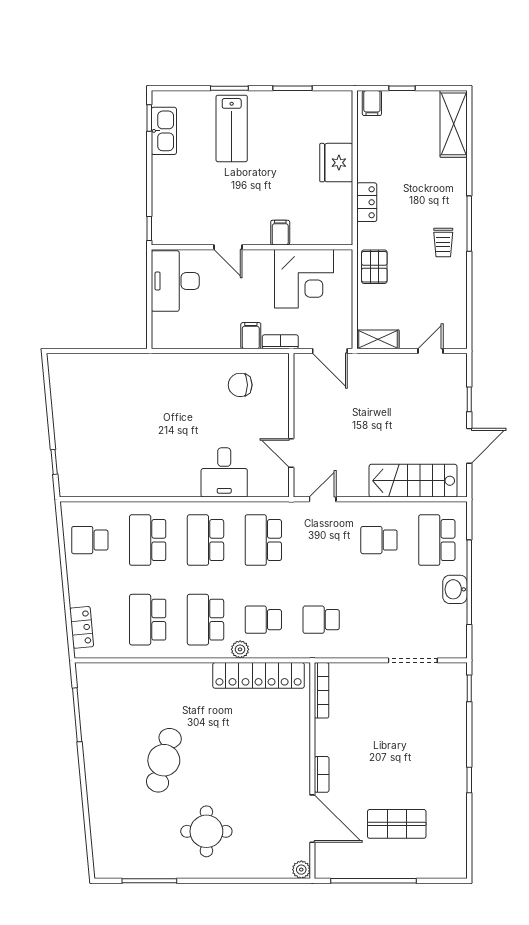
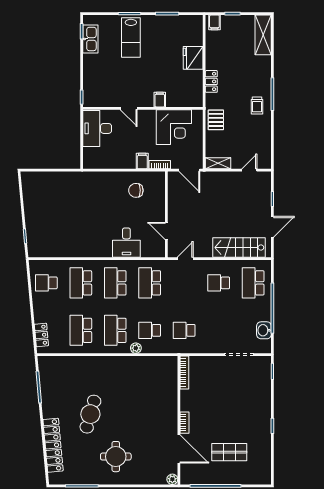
washbasin: (455, 589) -> (264, 330), moved
locker: (259, 675) -> (53, 445), moved, turned -95

